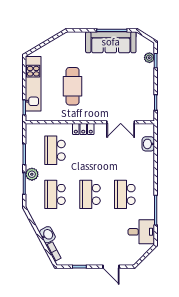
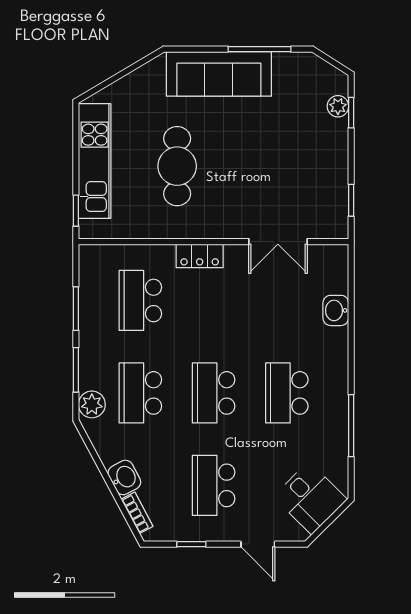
sofa: (111, 42) -> (219, 74), moved
washbasin: (148, 144) -> (336, 310), moved
plant: (32, 174) -> (92, 404), moved
desk: (141, 232) -> (310, 498), moved, turned 45
school desk: (90, 239) -> (214, 485), added

